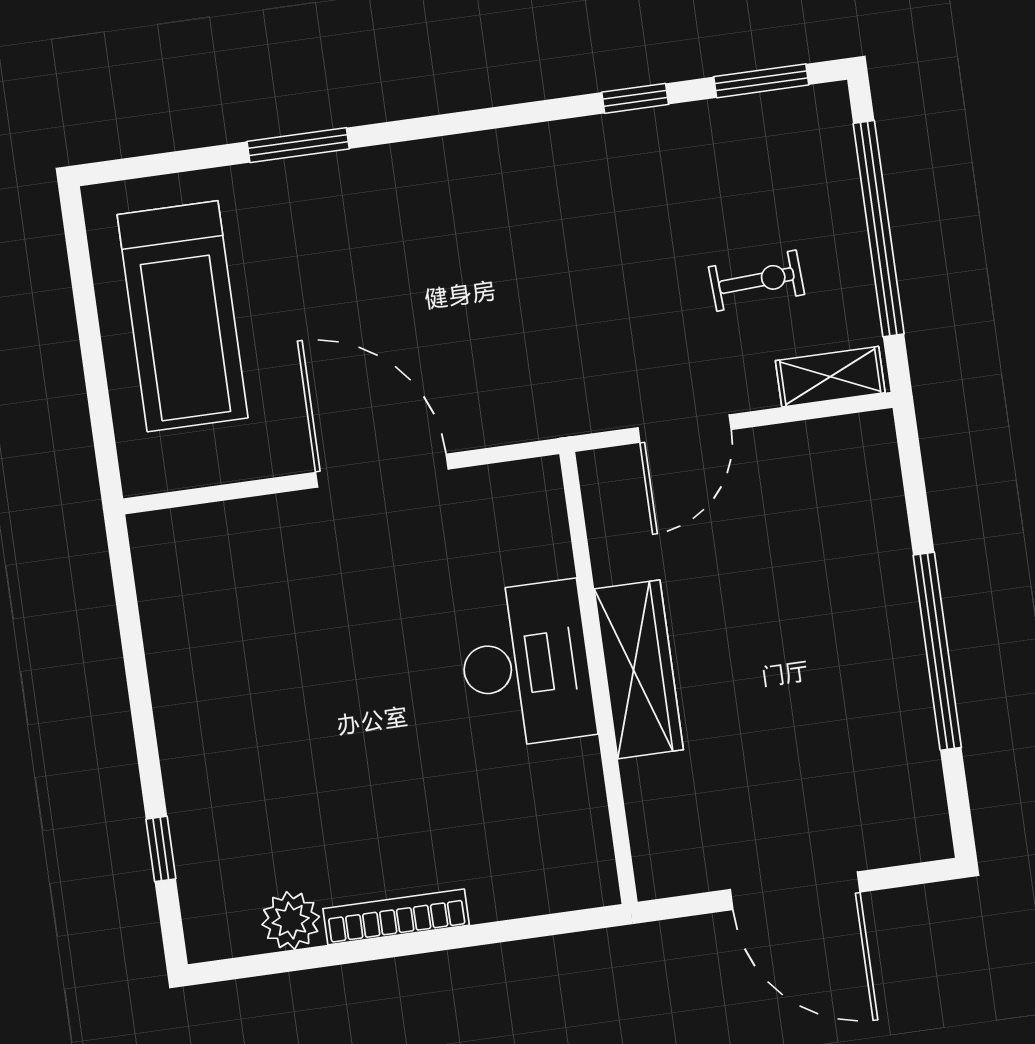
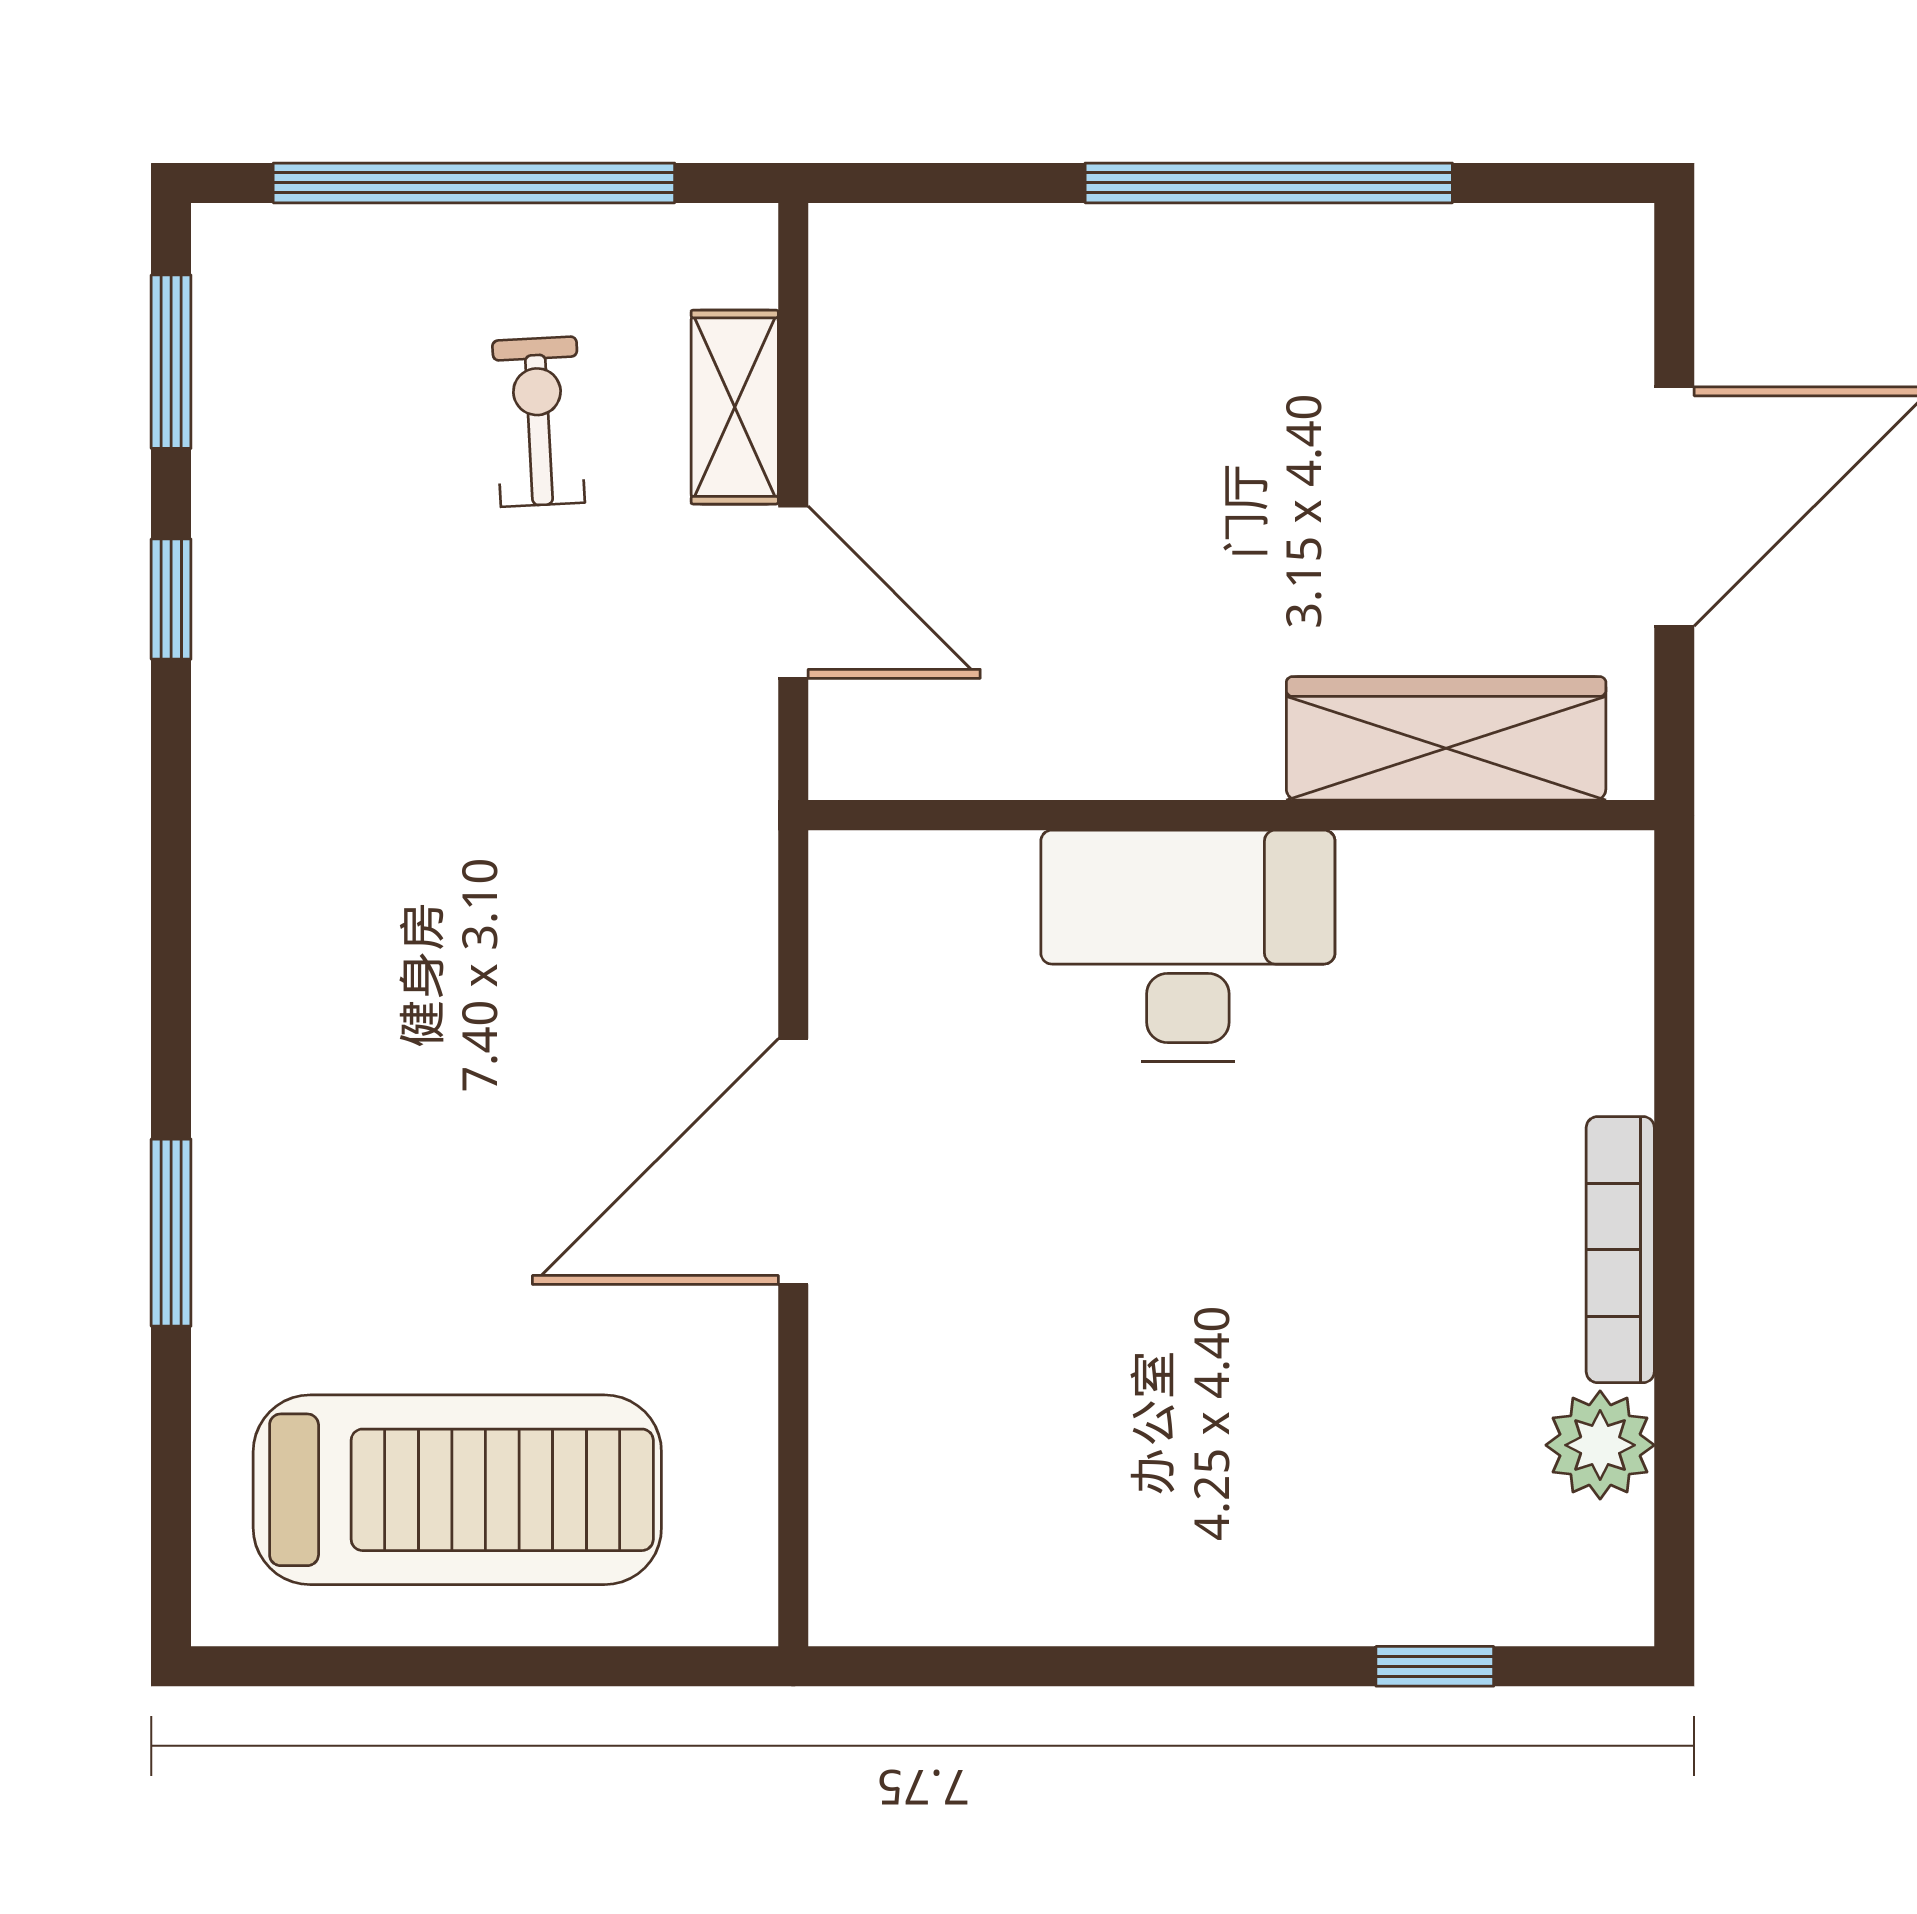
shelving: (830, 377) -> (735, 407), moved
wardrobe: (639, 669) -> (1446, 738), moved

